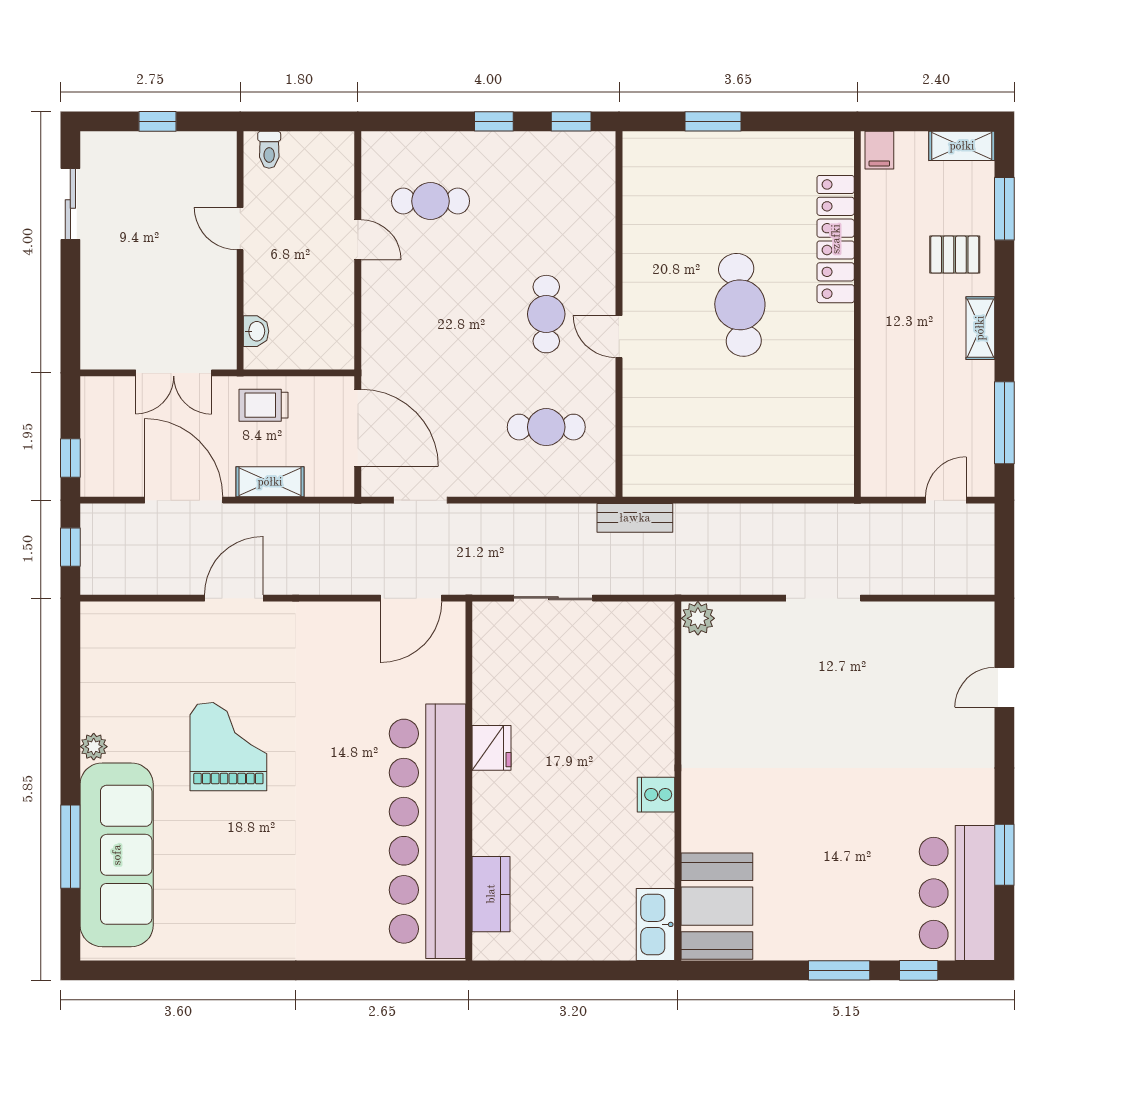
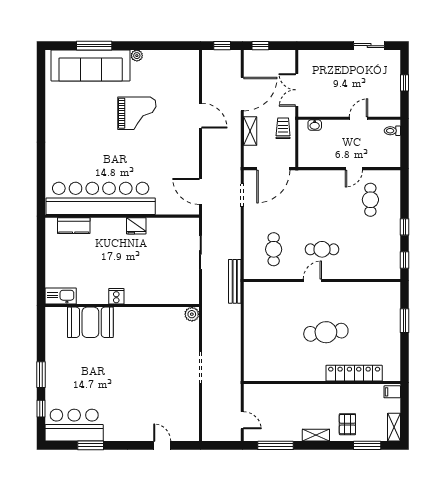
bench: (635, 518) -> (235, 281), width x1.36
booth: (717, 906) -> (90, 322), moved

